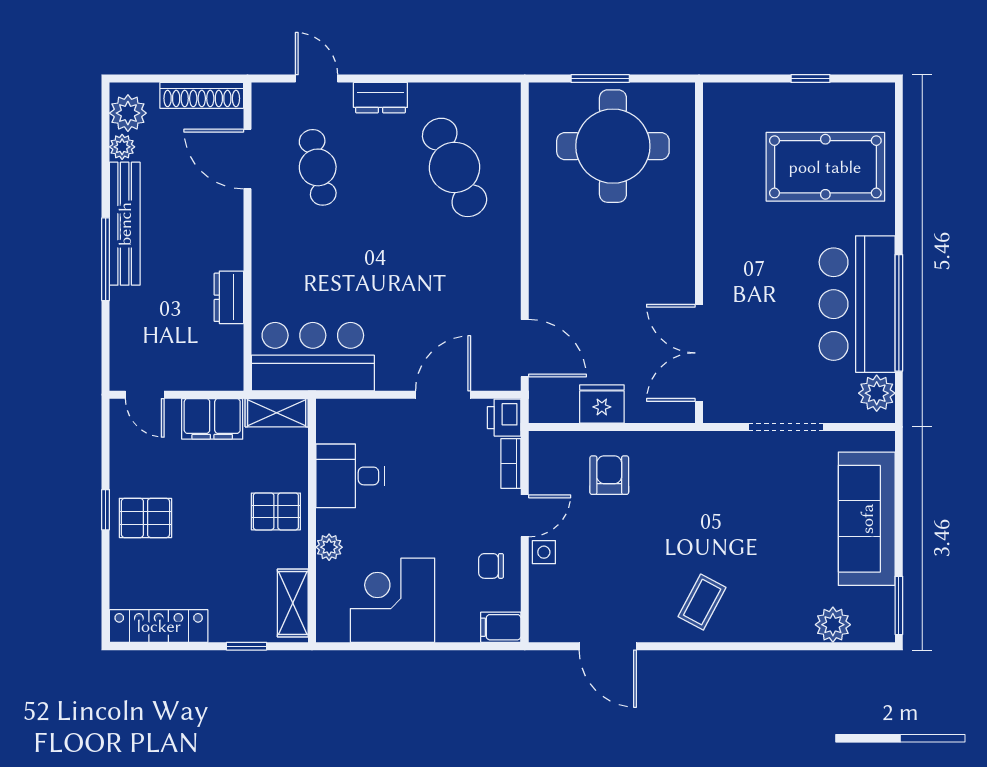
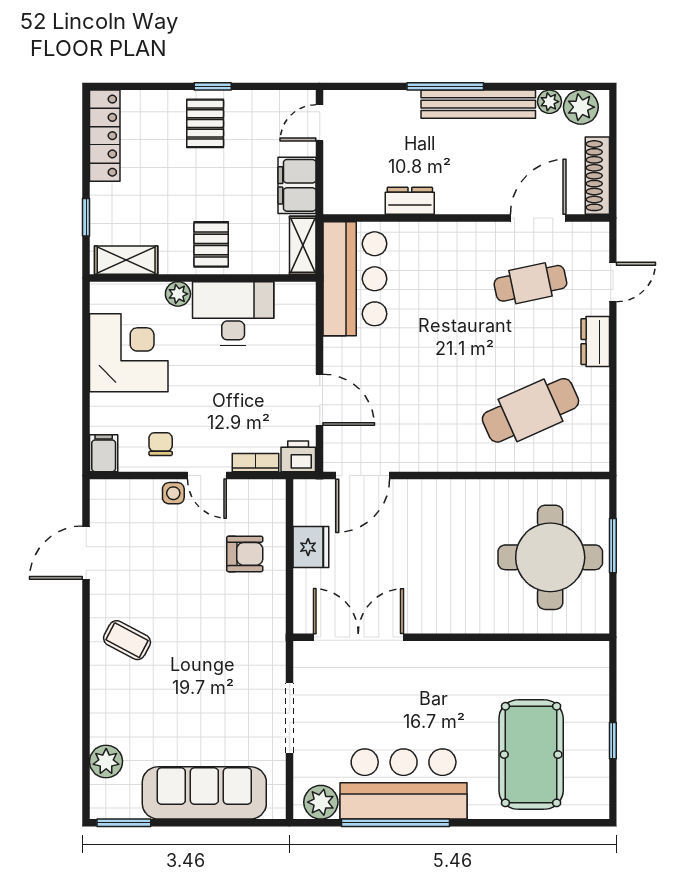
desk: (350, 476) -> (233, 313), width x1.37

